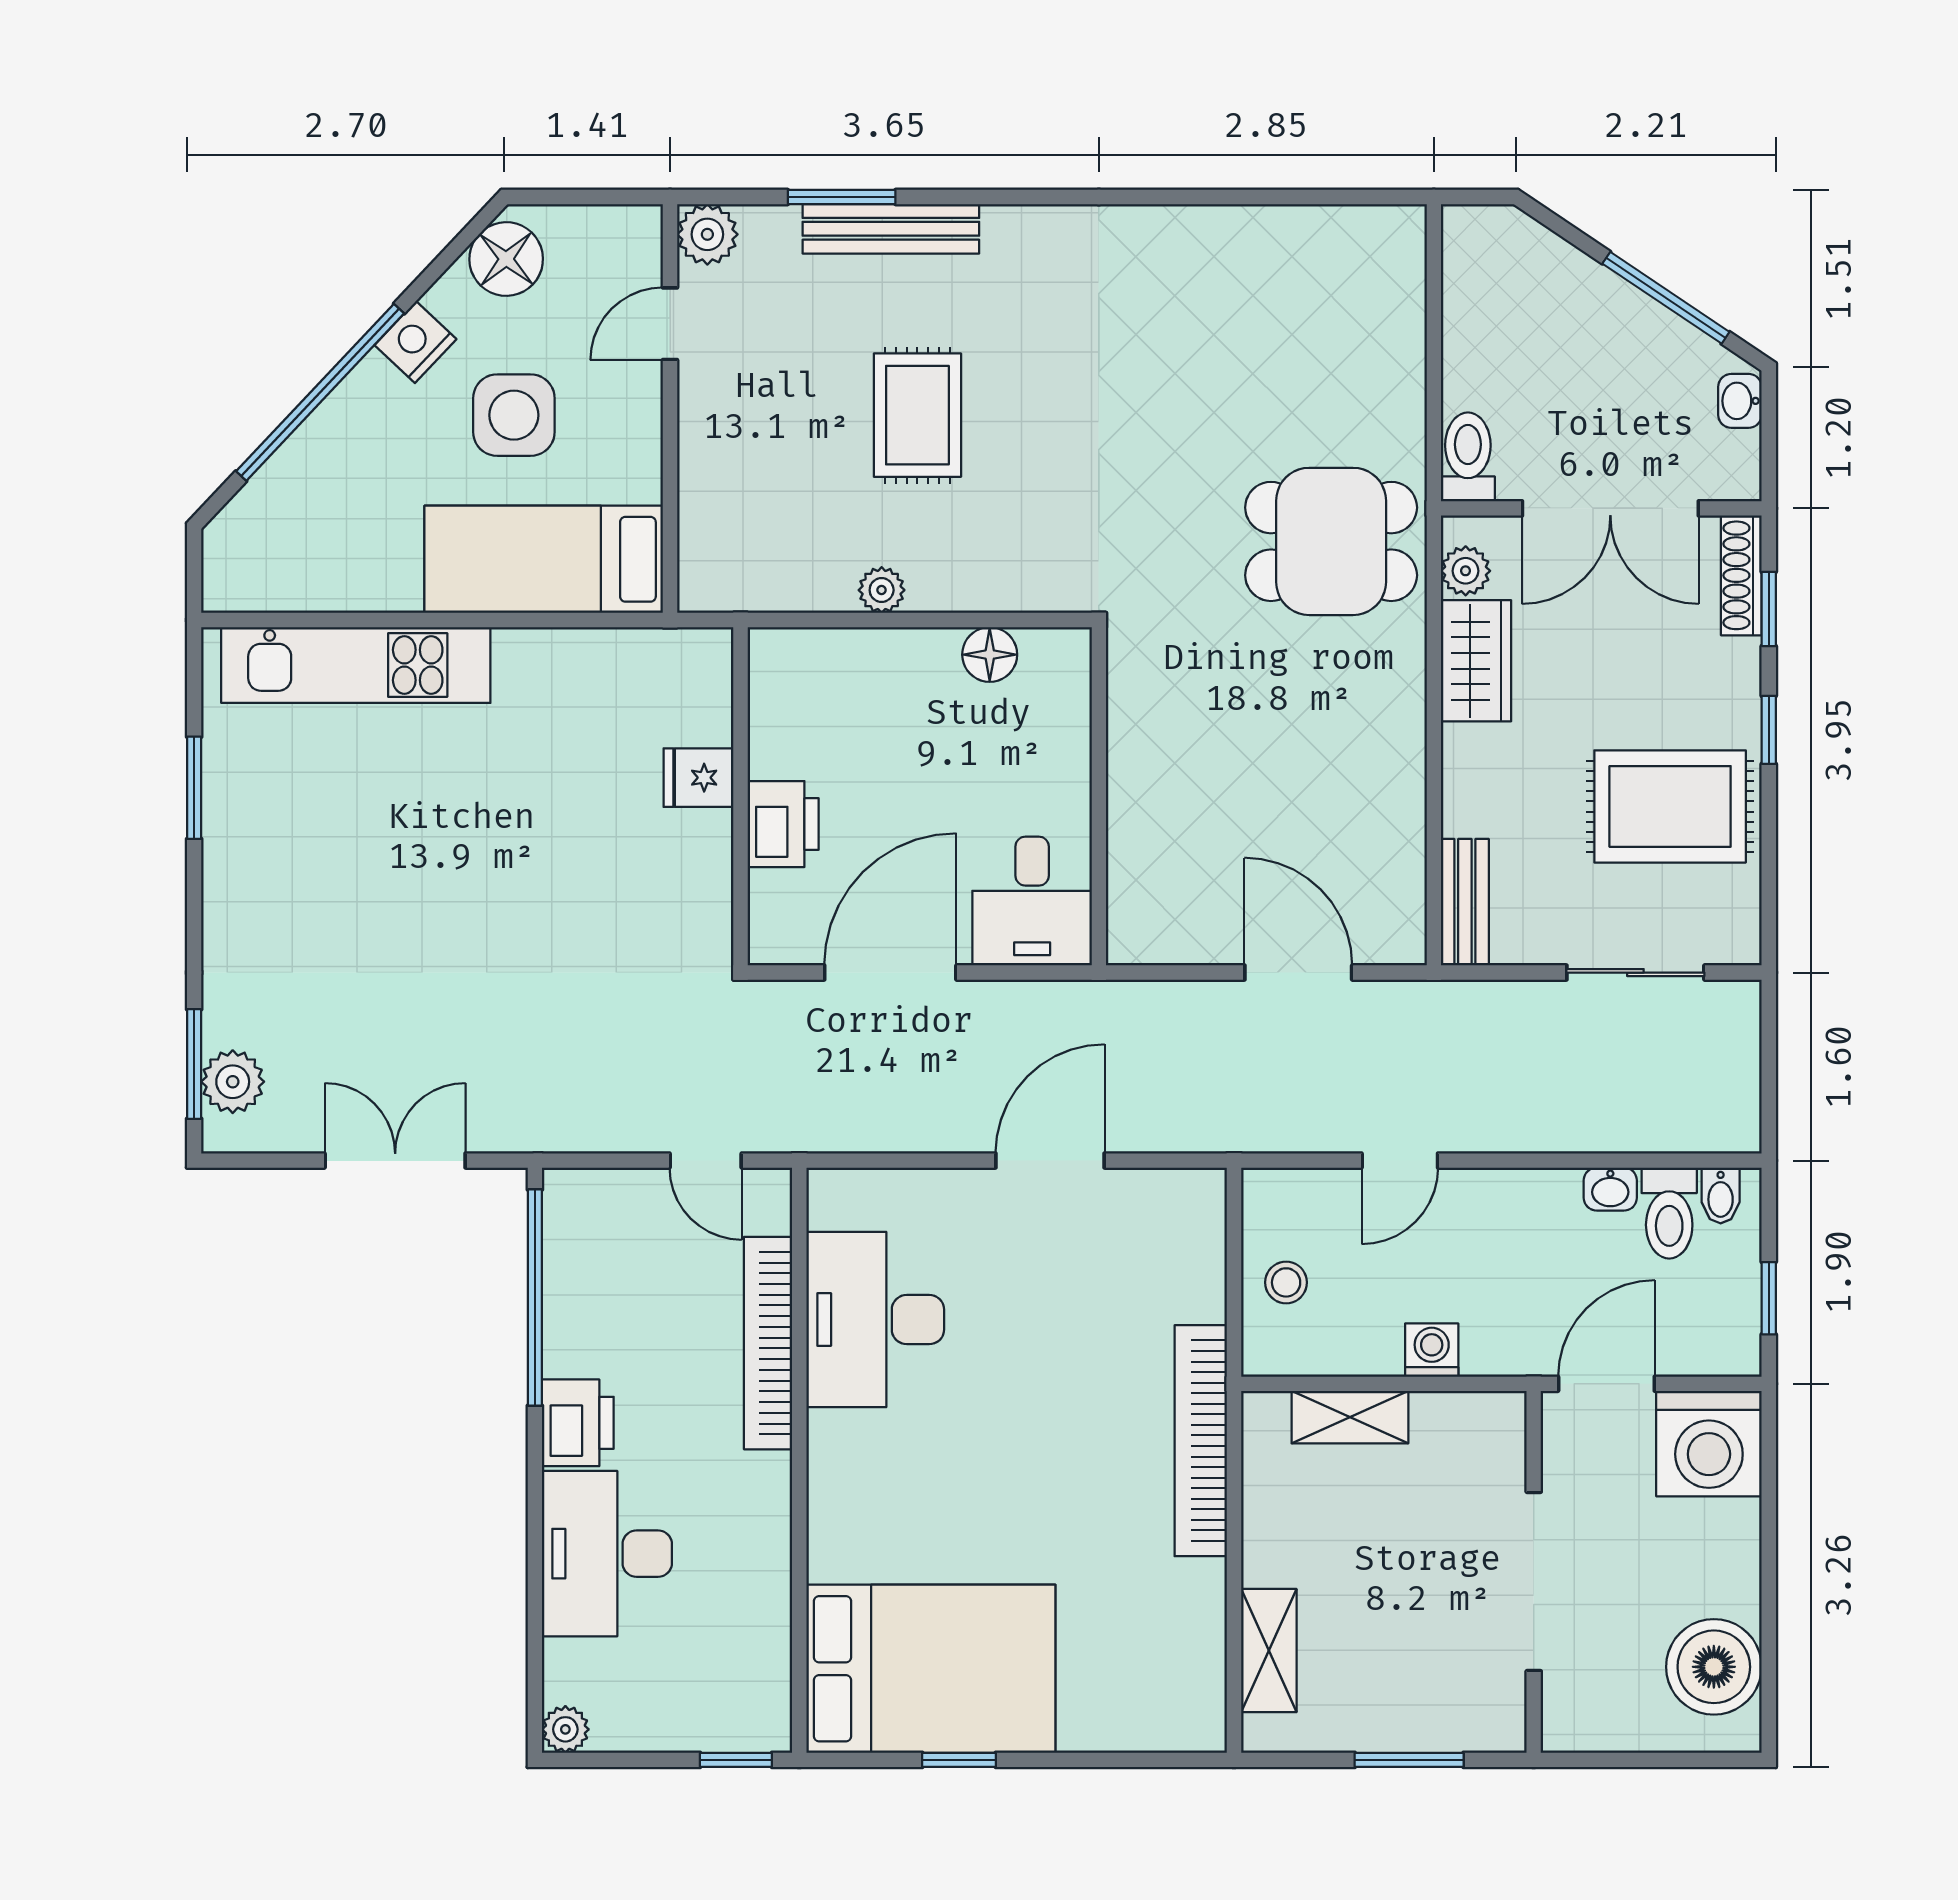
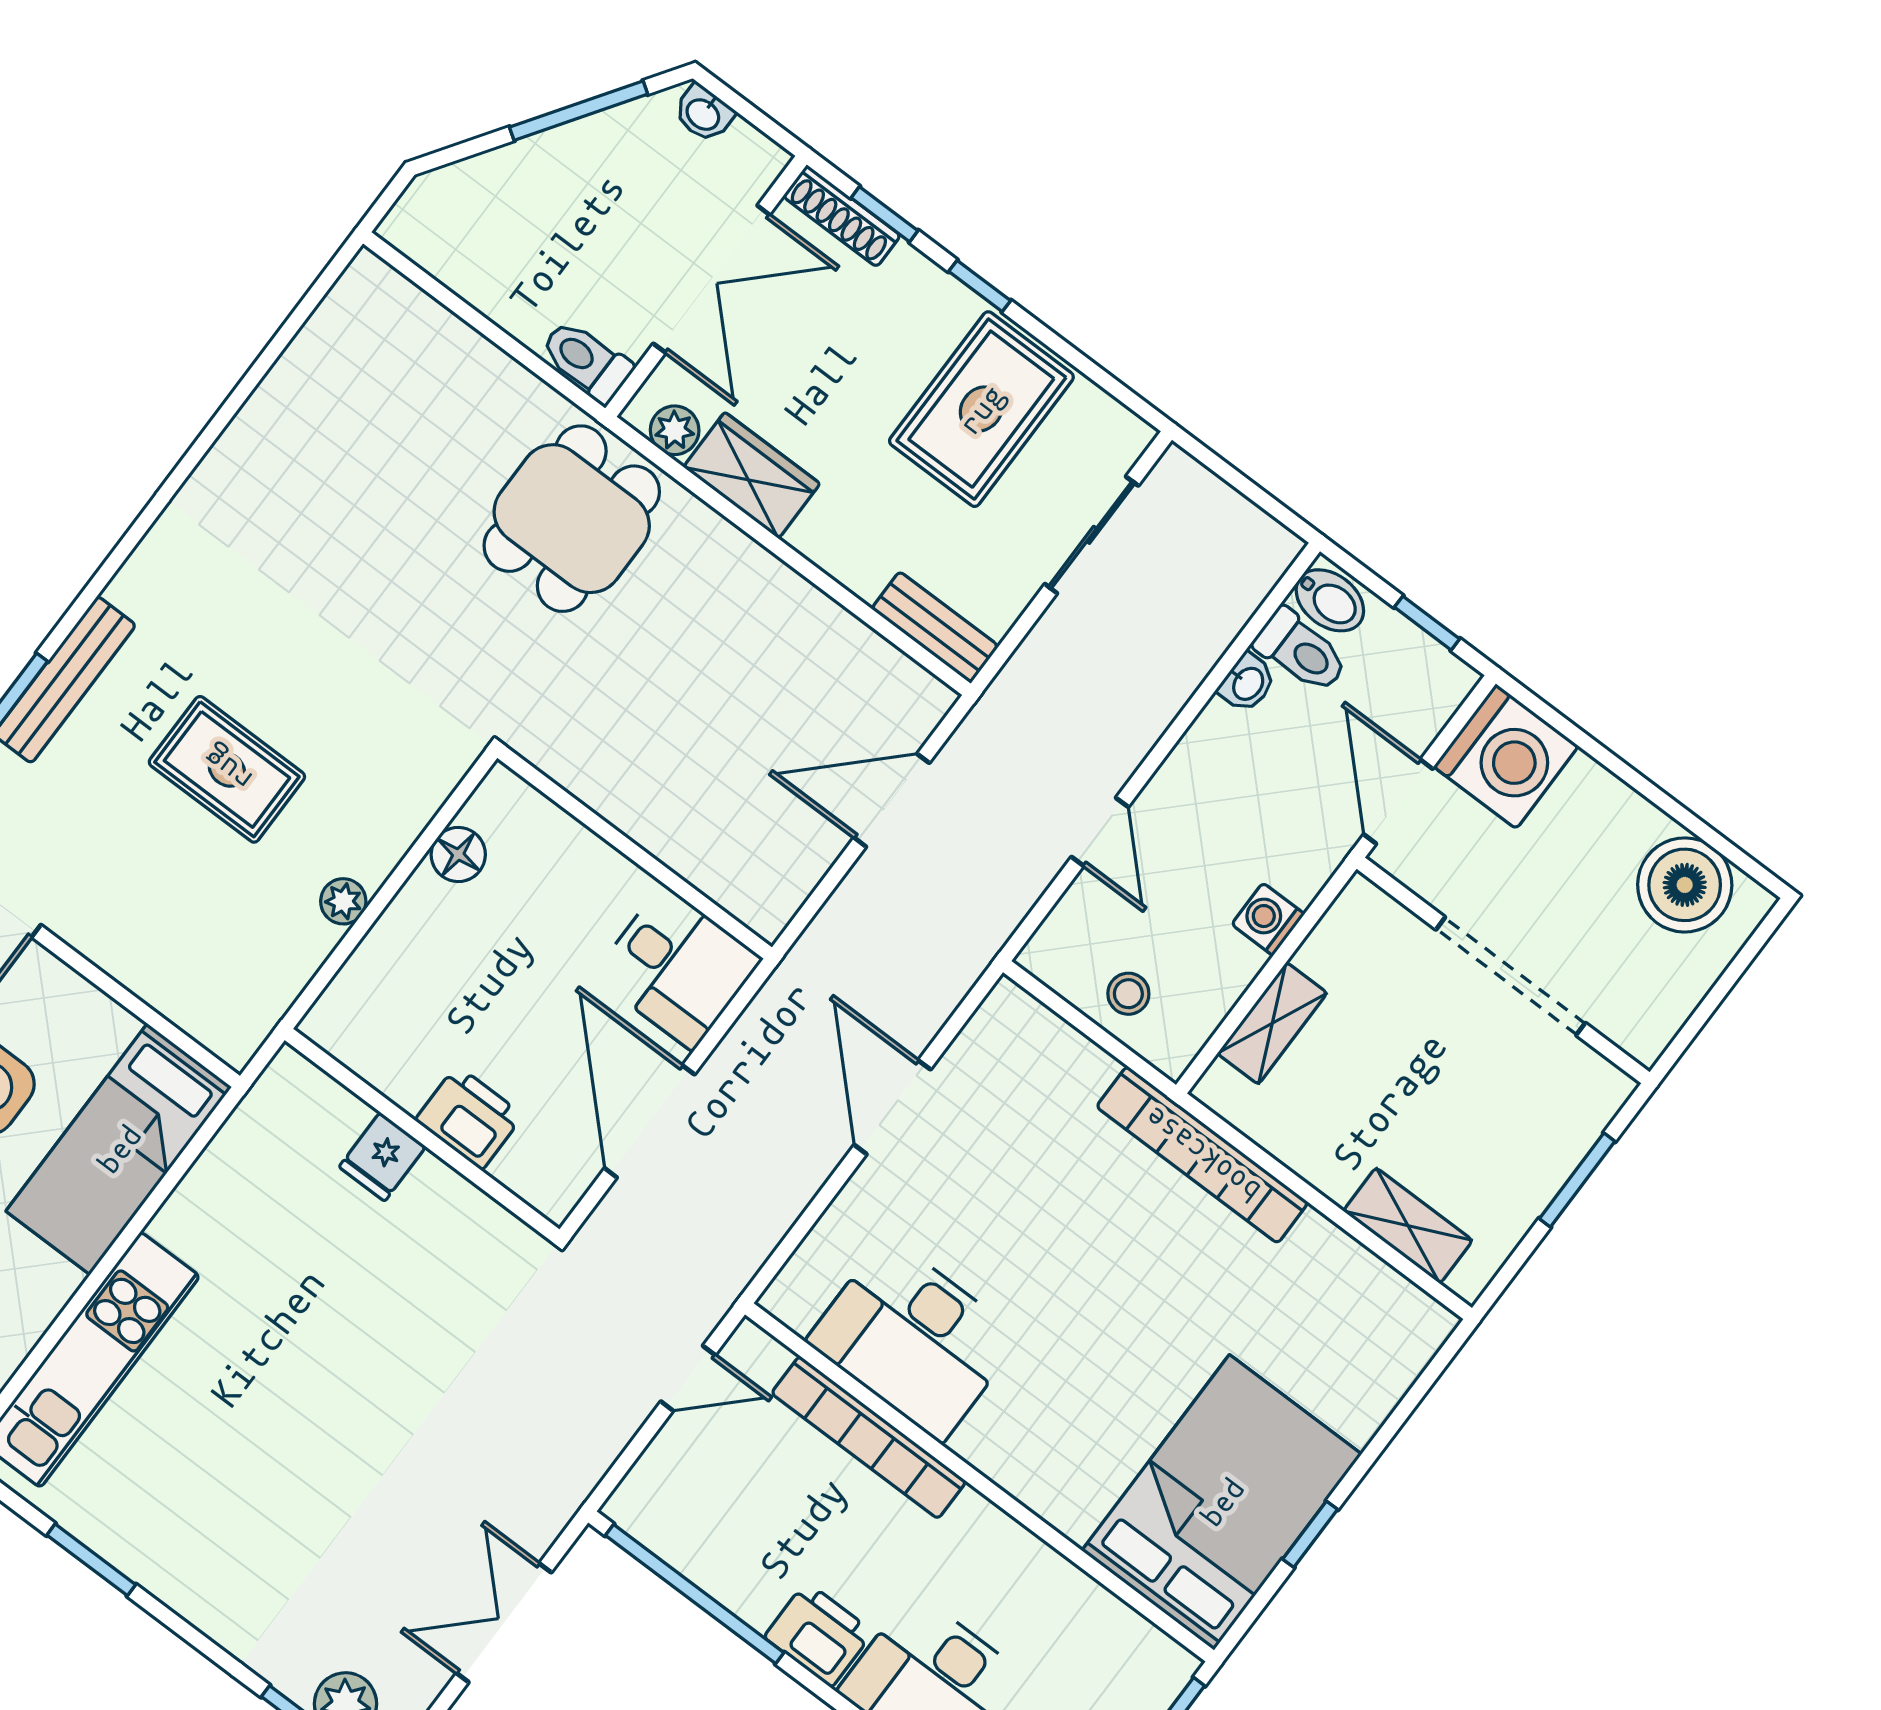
bidet: (1721, 1196) -> (1330, 600), width x1.38, depth x1.36

